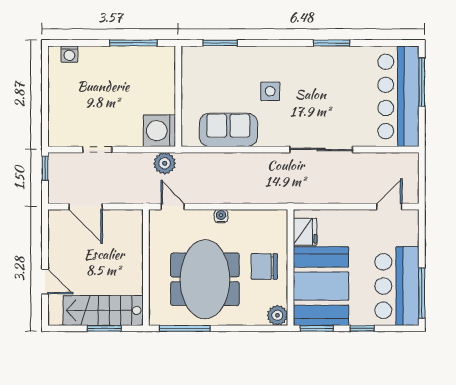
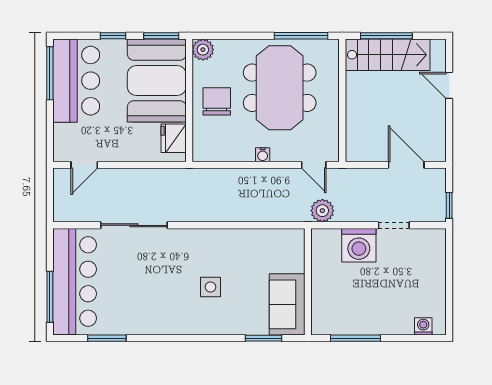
window: (332, 43) -> (107, 338), moved
sofa: (228, 130) -> (287, 304), moved, turned 90
washing machine: (159, 131) -> (359, 245), moved, turned 90
sliding door: (321, 150) -> (134, 225), moved
chair: (264, 266) -> (217, 101), turned -90
window: (104, 328) -> (386, 36), width x1.44

